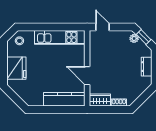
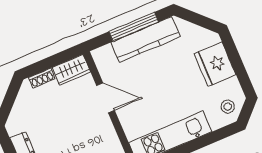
kitchen counter: (64, 99) -> (146, 39), moved
window: (54, 110) -> (134, 27), added

